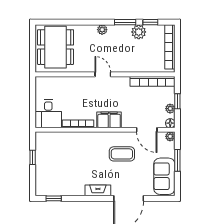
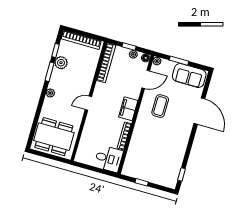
fireplace: (98, 190) -> (185, 135), removed

